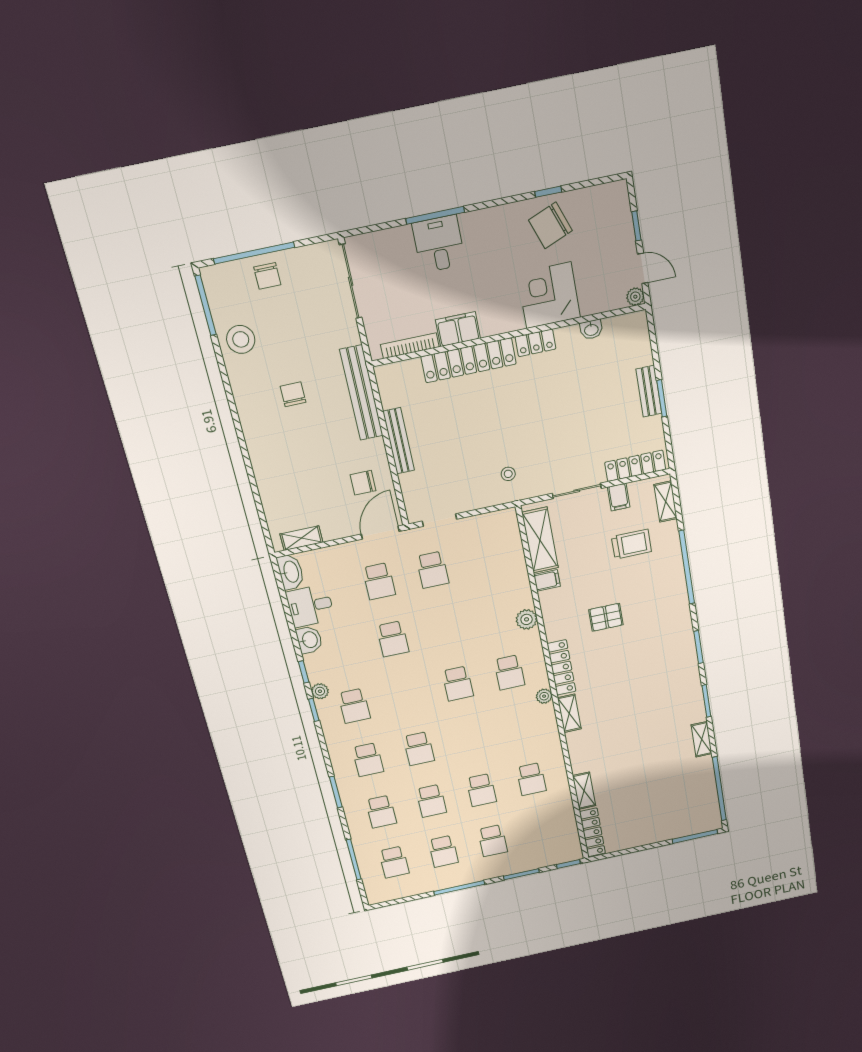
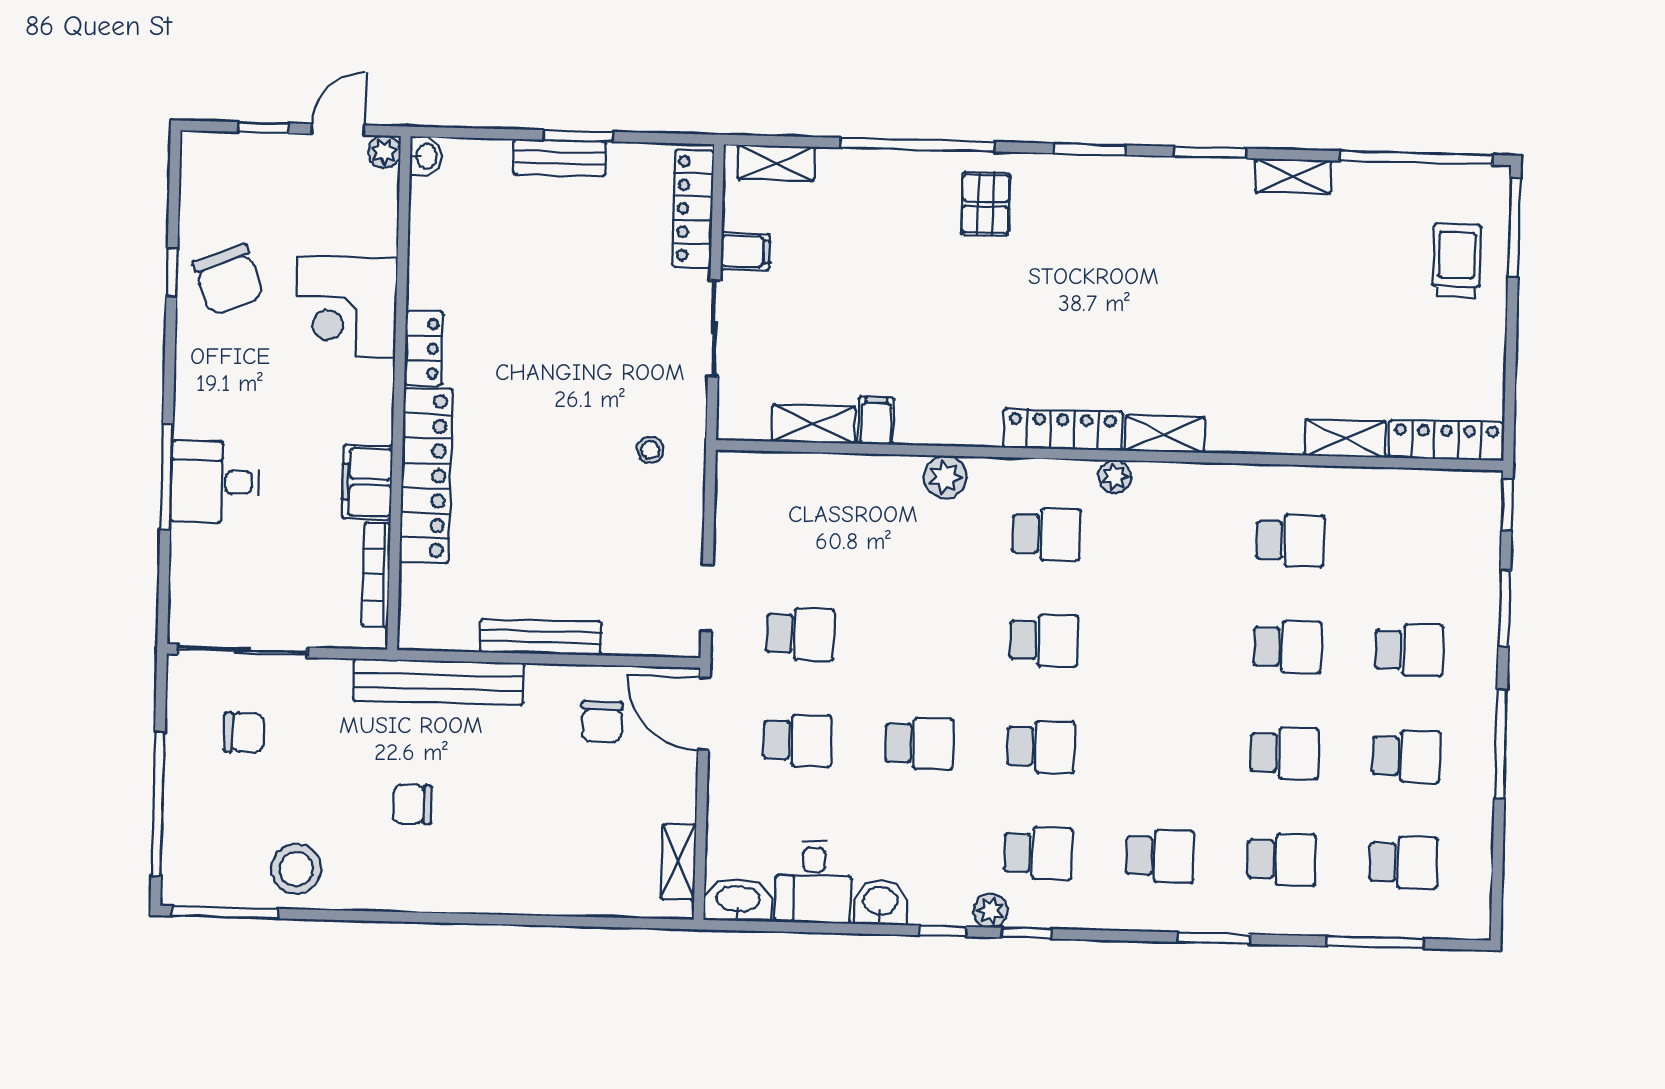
chair: (267, 276) -> (244, 732), moved
washbasin: (591, 329) -> (426, 156), moved
shelving: (540, 540) -> (813, 424), width x0.67, depth x0.75
trolley: (631, 544) -> (1457, 260), moved
pallet: (606, 617) -> (986, 204), moved
school desk: (419, 749) -> (1041, 747), moved

